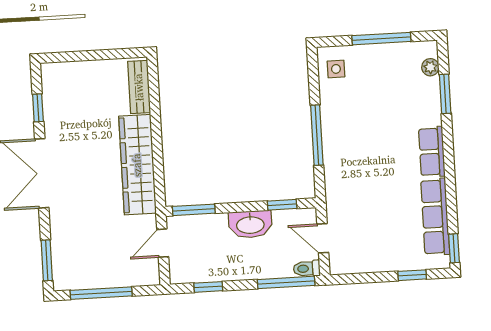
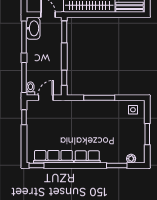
window: (381, 39) -> (147, 134), width x0.69
washbasin: (250, 224) -> (33, 28), moved, turned 180
window: (412, 275) -> (24, 117), moved
window: (208, 287) -> (24, 37), width x2.17

